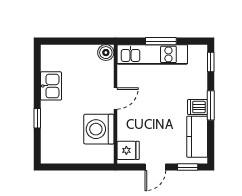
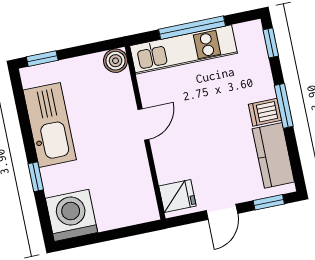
window: (58, 41) -> (42, 59), added
window: (161, 41) -> (192, 28), width x1.44
kitchen sink: (51, 86) -> (50, 125), width x1.87, depth x1.24
washing machine: (99, 129) -> (72, 215), moved, turned 90

